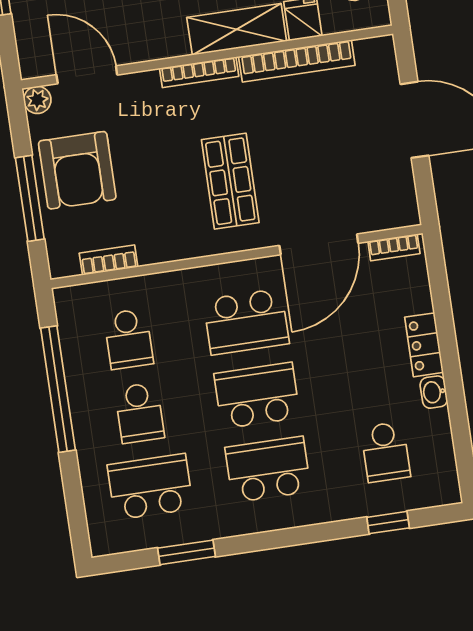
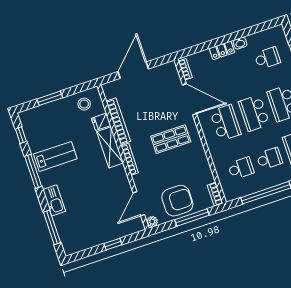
bookcase: (109, 260) -> (215, 194), moved

